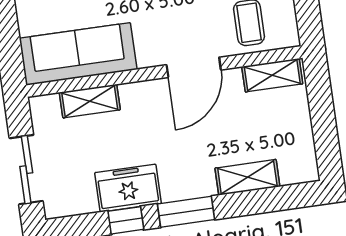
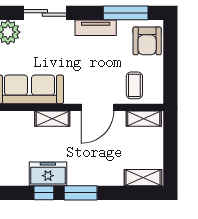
shelving: (90, 101) -> (52, 119), moved
shelving: (247, 177) -> (143, 178), moved

